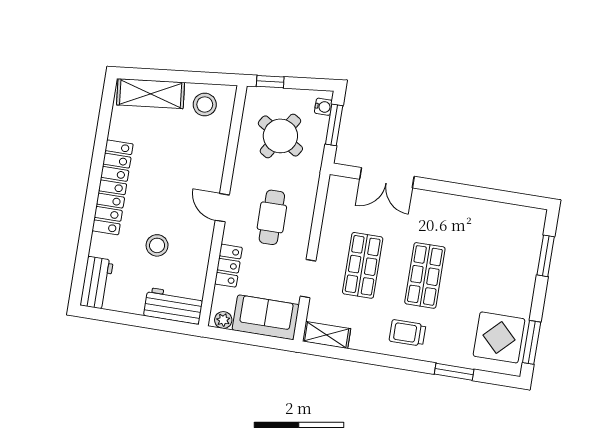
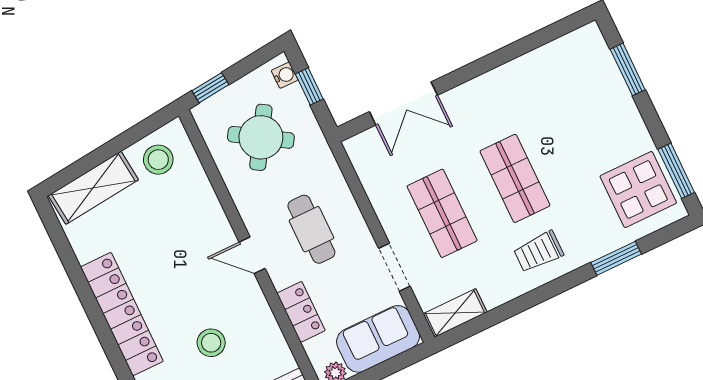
window: (334, 125) -> (309, 86), width x0.67

